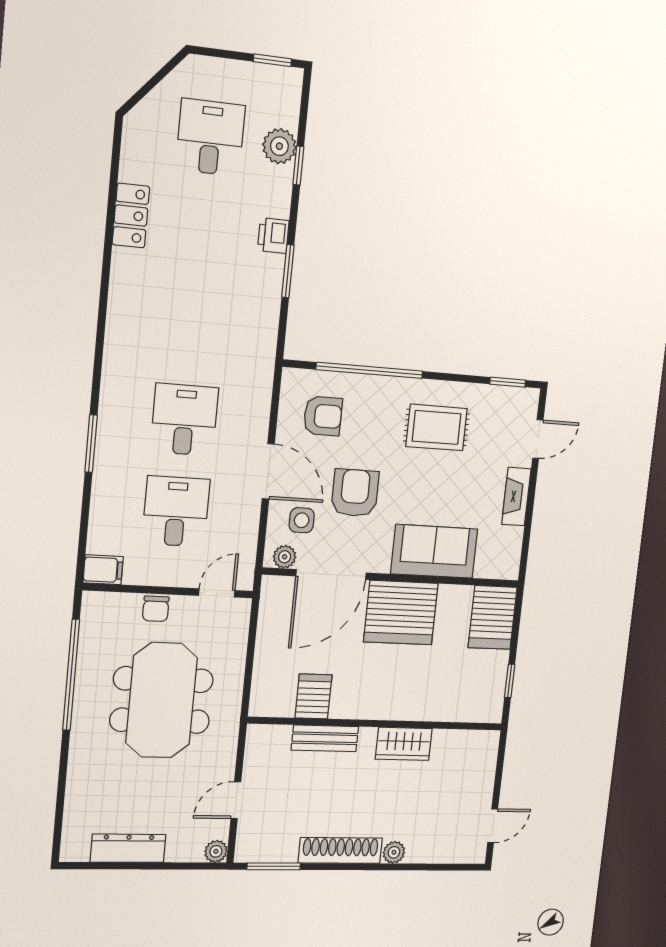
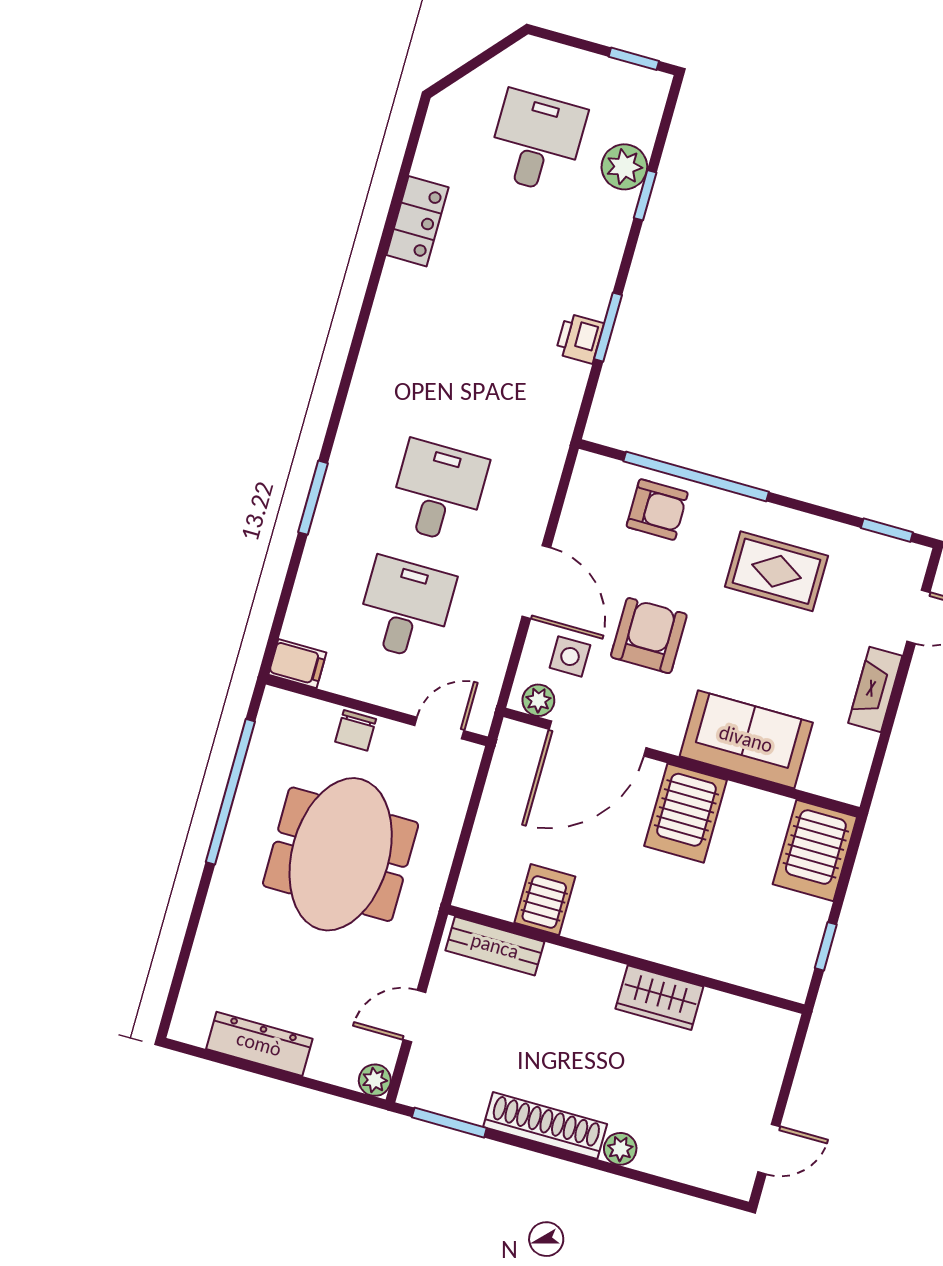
printer: (273, 236) -> (580, 338), moved
armchair: (323, 416) -> (657, 510), moved
server rack: (401, 613) -> (686, 813), width x0.63
bench: (325, 738) -> (495, 946), moved

